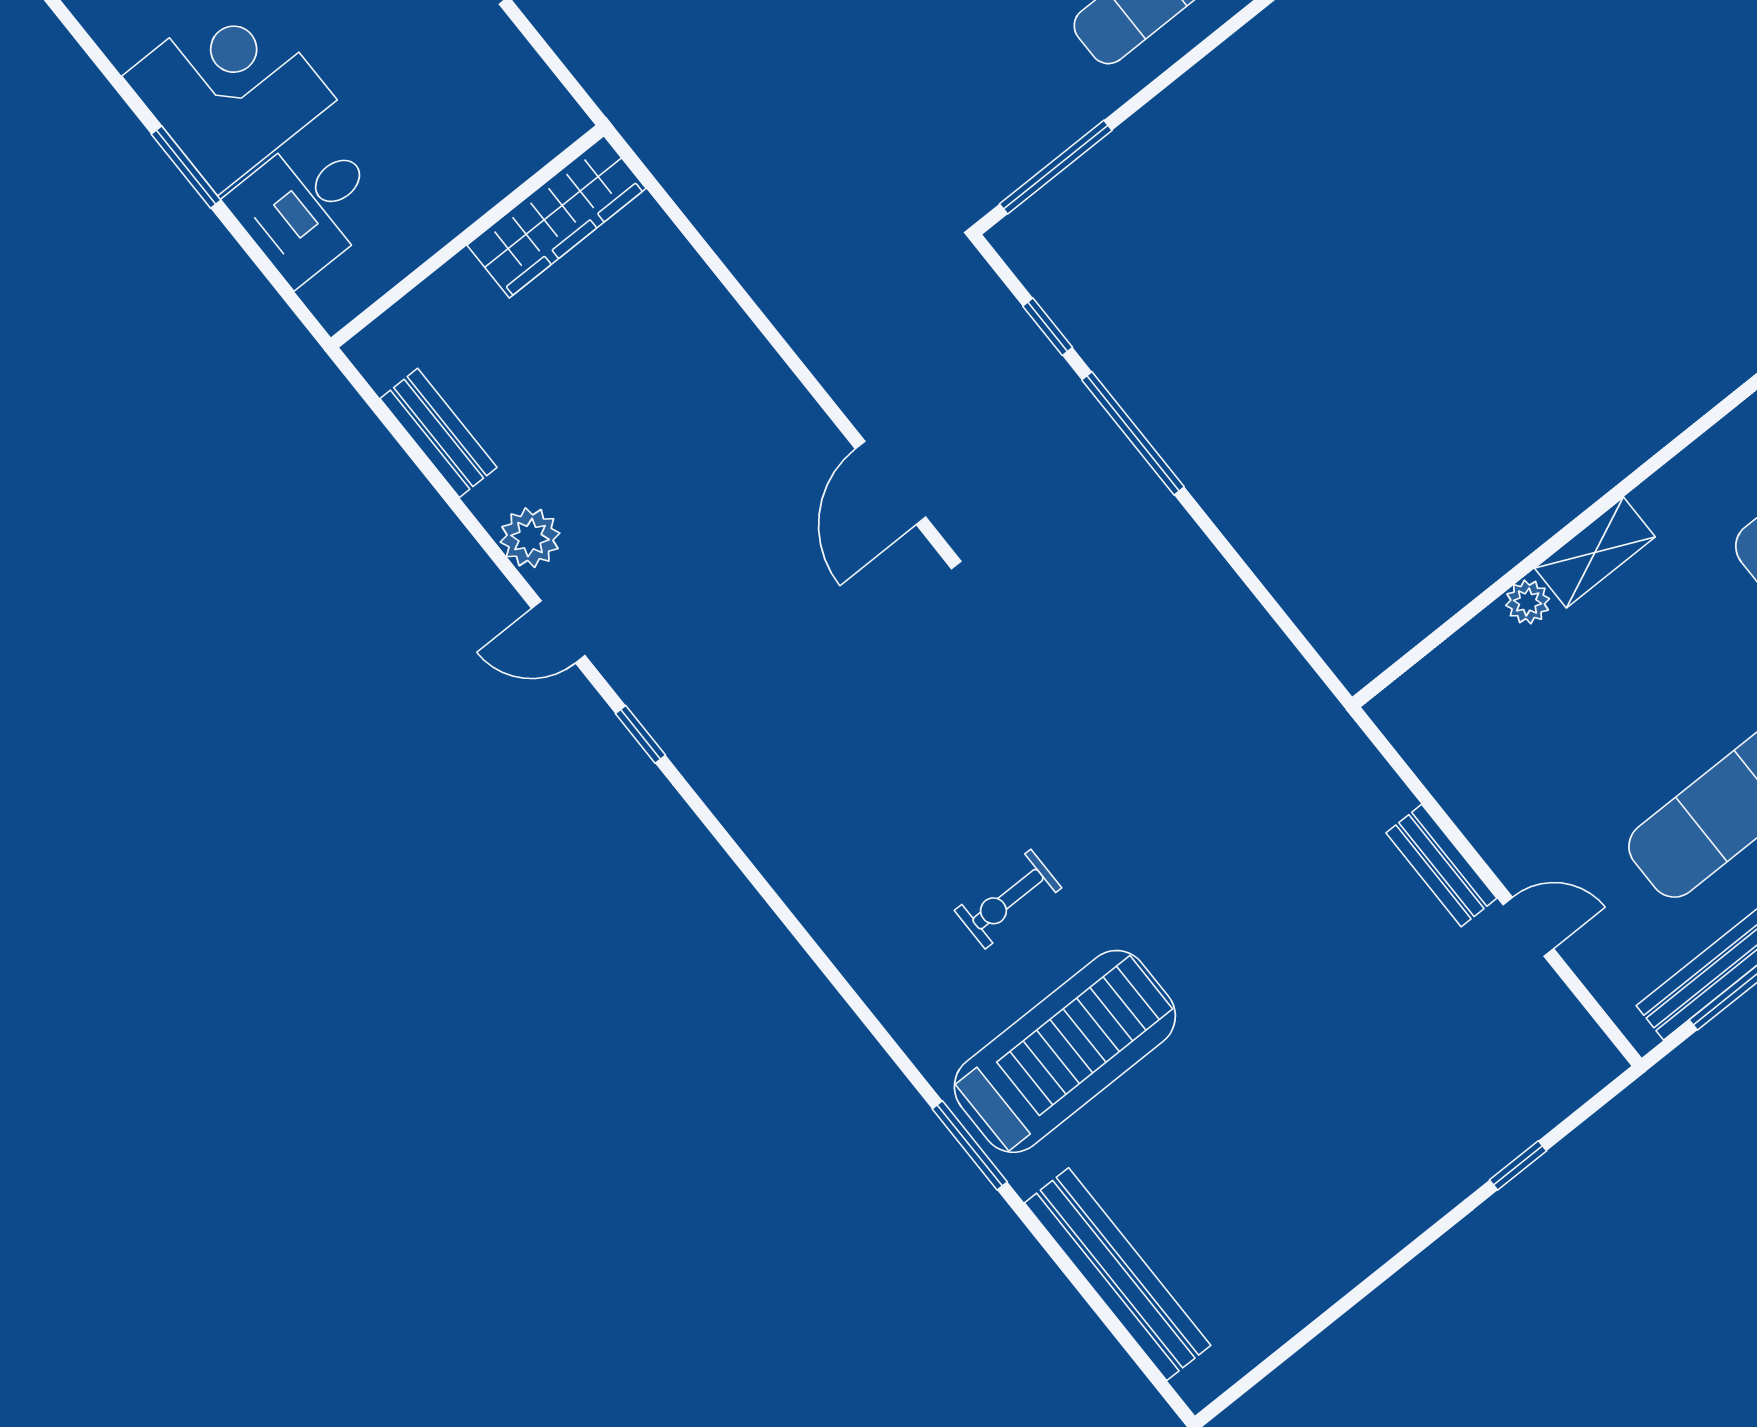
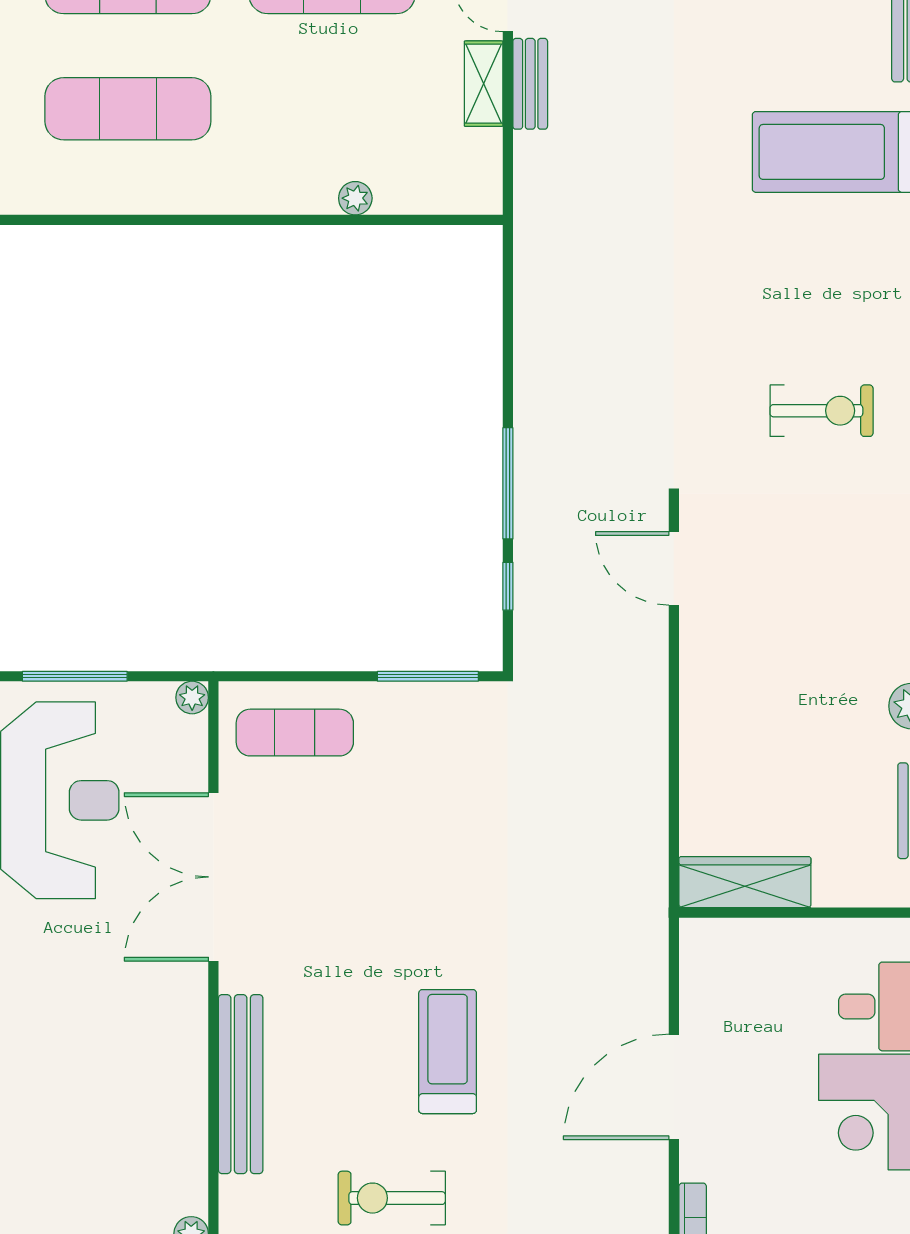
door: (891, 483) -> (674, 568), swing flipped
shelving: (1595, 552) -> (484, 84), moved, turned 90
exercise bike: (1008, 899) -> (822, 411), moved, width x1.38, depth x1.39

